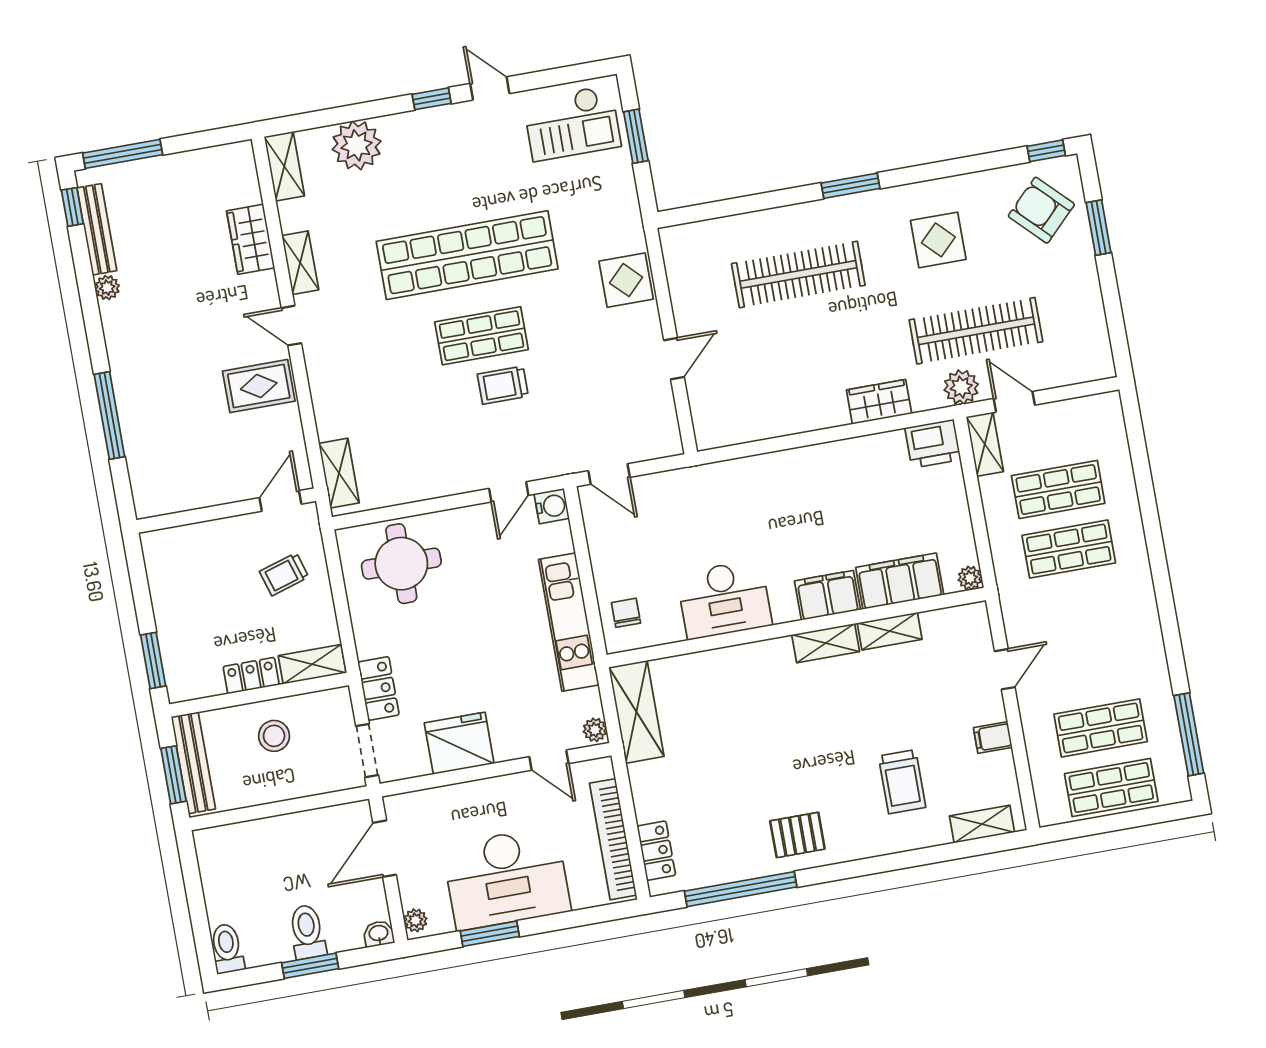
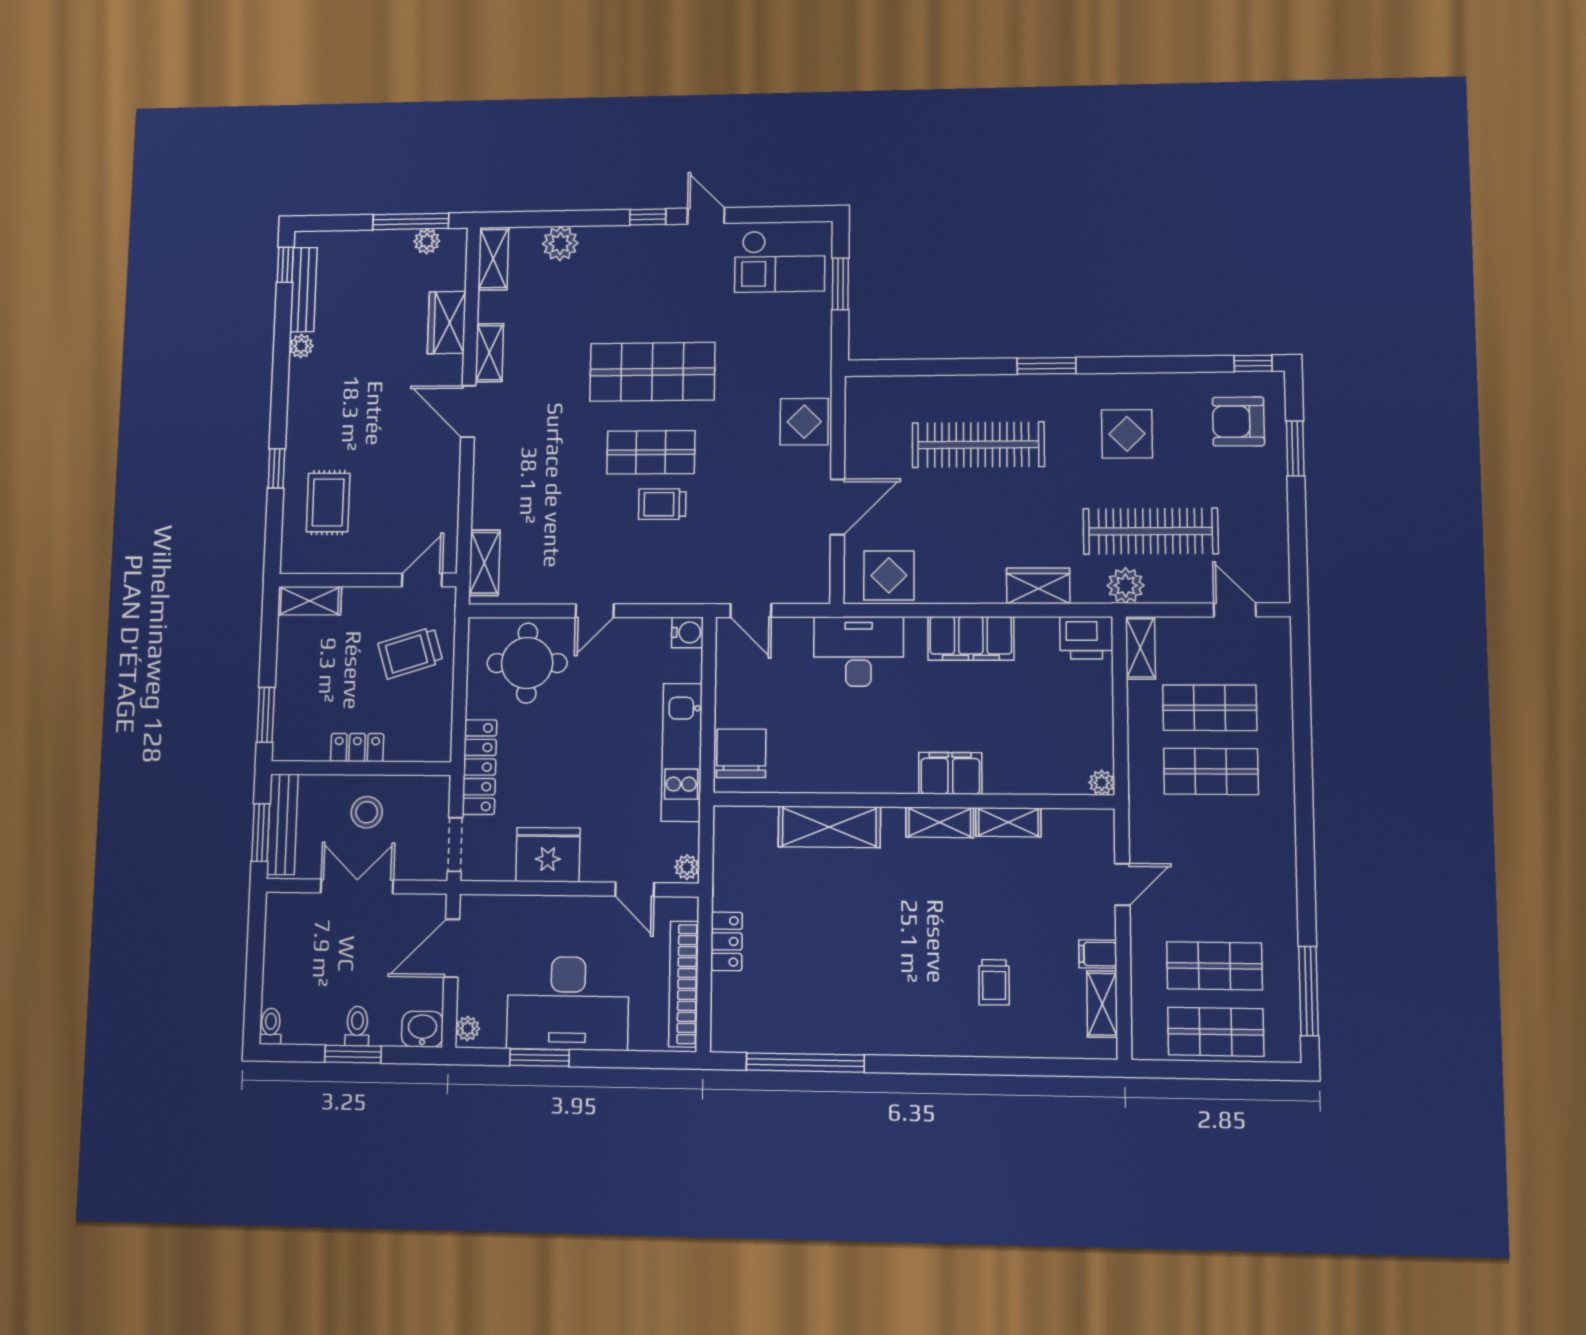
plant: (357, 145) -> (560, 243), width x0.73, depth x0.73
window: (123, 154) -> (411, 221), moved
plant: (213, 159) -> (427, 241), added
armchair: (1041, 210) -> (1238, 421), turned -45
shop shelf: (467, 255) -> (652, 372), width x0.71
door: (291, 326) -> (468, 411), width x1.38
door: (674, 359) -> (837, 507), width x1.38
rug: (259, 386) -> (328, 503), moved, turned 90
door: (1014, 402) -> (1235, 610), moved
window: (109, 416) -> (276, 468), width x0.46
display table: (736, 417) -> (889, 575), added
door: (509, 492) -> (595, 611), moved
trolley: (284, 574) -> (410, 653), width x1.36, depth x1.39
filing cabinet: (900, 581) -> (971, 638), moved, turned 180
desk: (724, 599) -> (858, 651), moved, turned 180
chair: (626, 613) -> (741, 753), width x1.87, depth x1.87
shelving: (312, 664) -> (310, 601), moved
locker: (378, 688) -> (480, 767), width x1.53
shelving: (636, 712) -> (829, 827), moved, turned 90
trolley: (902, 782) -> (994, 982), width x0.73, depth x0.72
double door: (280, 808) -> (357, 886), added
shelving: (982, 824) -> (1102, 1004), moved, turned 90
pallet: (797, 835) -> (875, 1017), removed
locker: (656, 851) -> (727, 941), moved
toilet: (307, 932) -> (357, 1026), width x0.73, depth x0.72
washbasin: (379, 934) -> (422, 1029), width x1.38, depth x1.45
toilet: (227, 948) -> (271, 1026), width x0.73, depth x0.72

